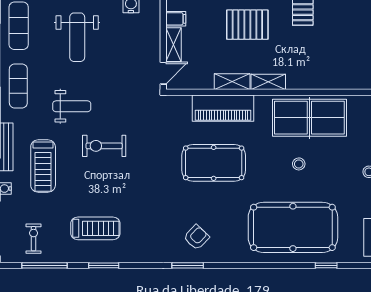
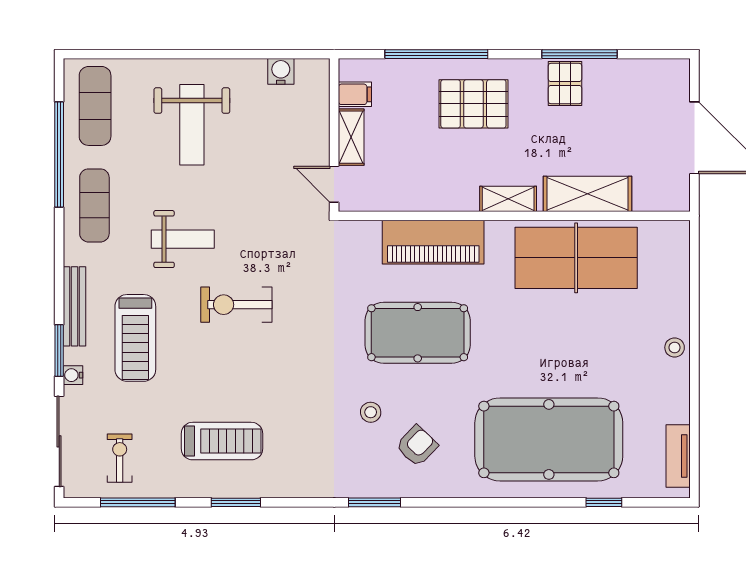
door: (163, 73) -> (334, 184), swing flipped
shelving: (232, 82) -> (587, 194), moved, width x1.50, depth x1.33
stool: (299, 164) -> (371, 412), moved
armchair: (196, 237) -> (417, 446), moved

